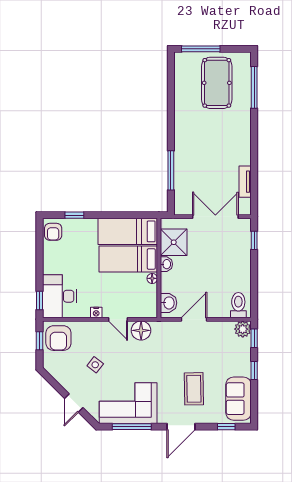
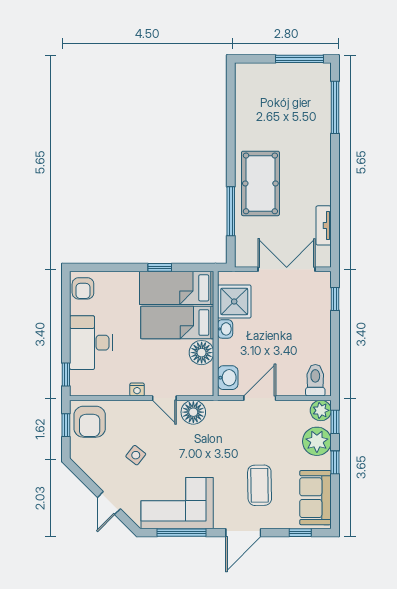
window: (201, 49) -> (300, 59), moved
pool table: (217, 83) -> (260, 183), moved
window: (74, 215) -> (160, 267), moved
floor lamp: (152, 278) -> (202, 353), width x1.89, depth x1.89
desk: (59, 296) -> (91, 343), moved
plant: (240, 354) -> (317, 441), added

